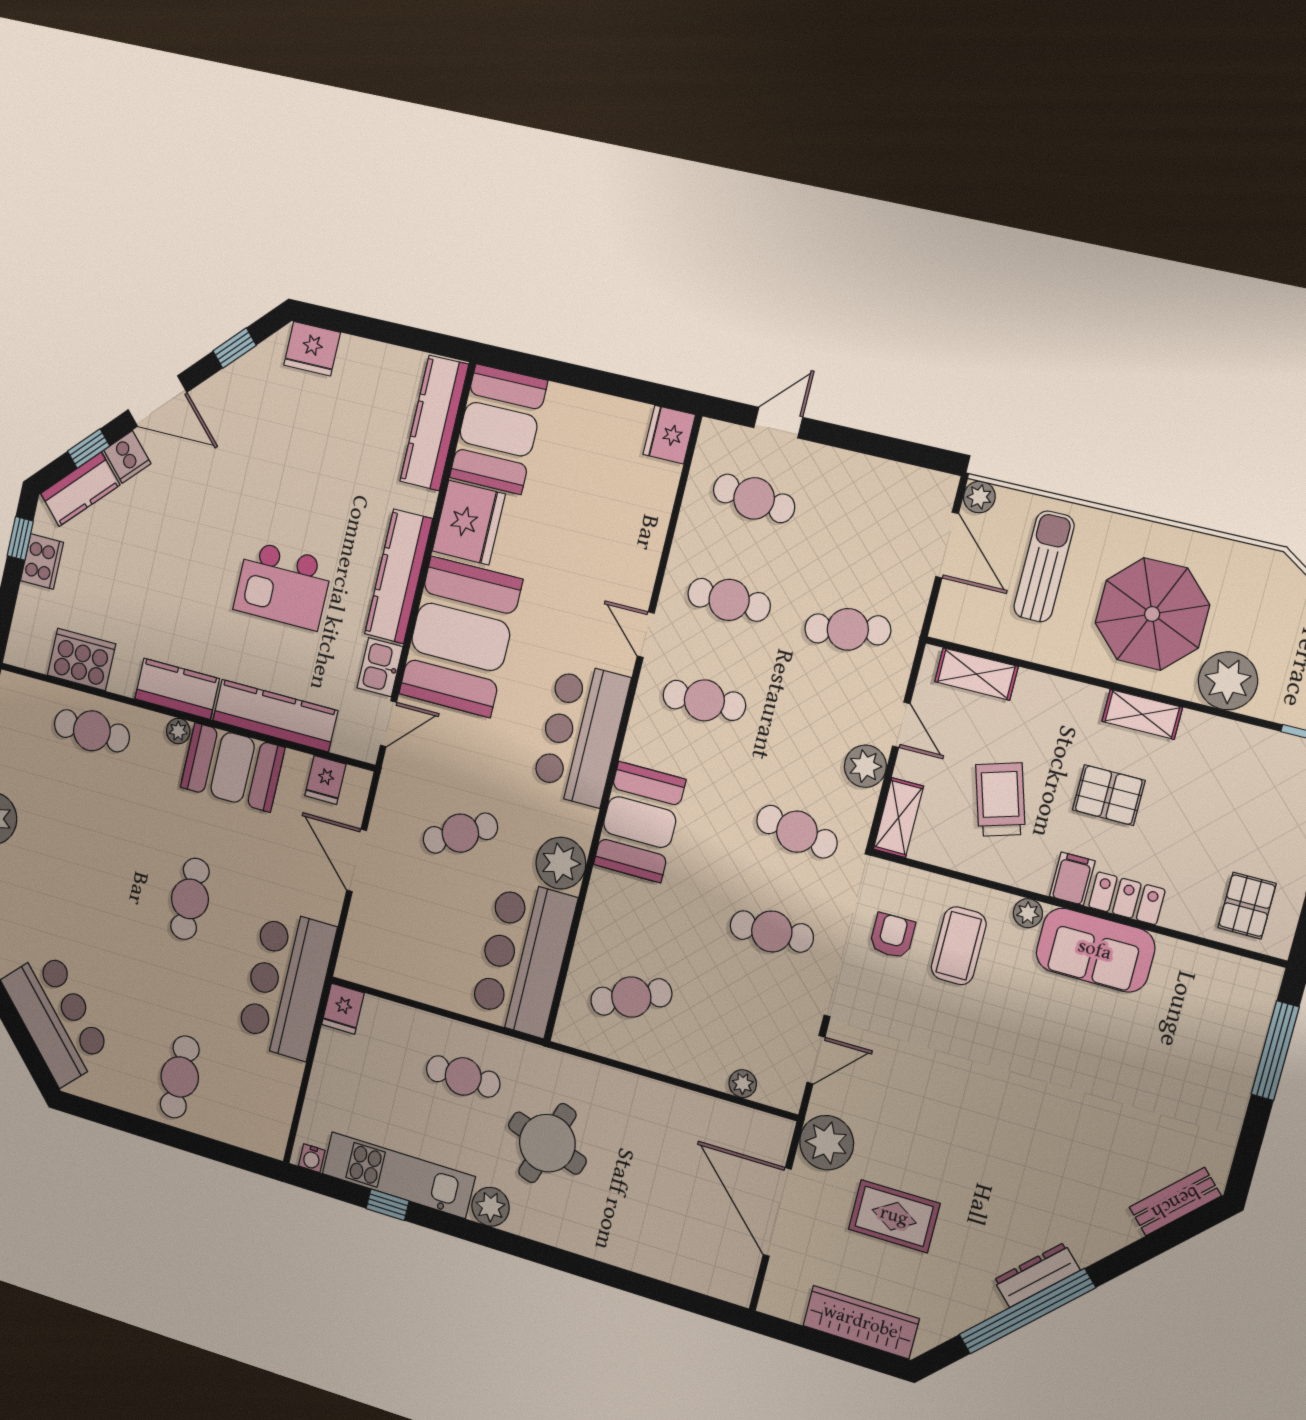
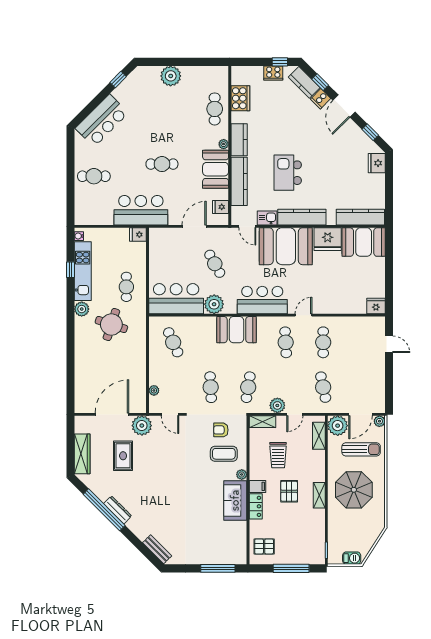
cafe table: (754, 498) -> (361, 342), removed
plant: (1228, 681) -> (338, 426), moved
trolley: (1000, 799) -> (278, 455), turned 107
armchair: (892, 936) -> (221, 430), turned 180

